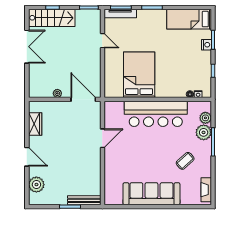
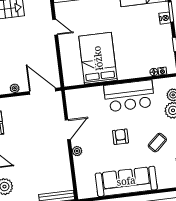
bar counter: (156, 114) -> (129, 96), width x0.73
armchair: (151, 151) -> (121, 137), added
plant: (109, 160) -> (77, 151), added

